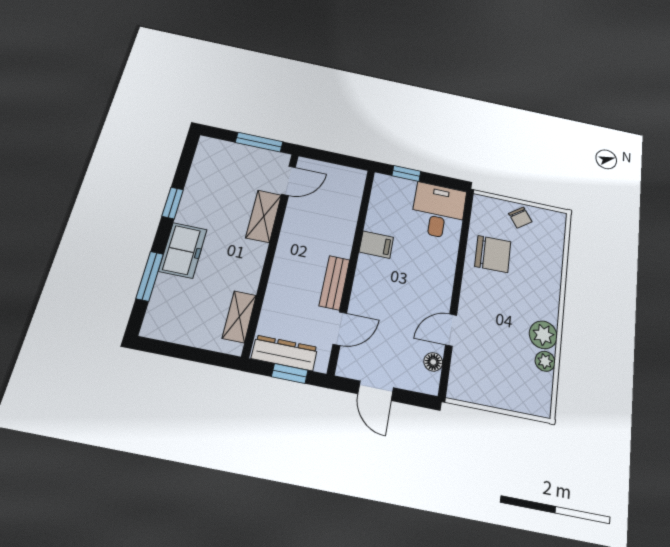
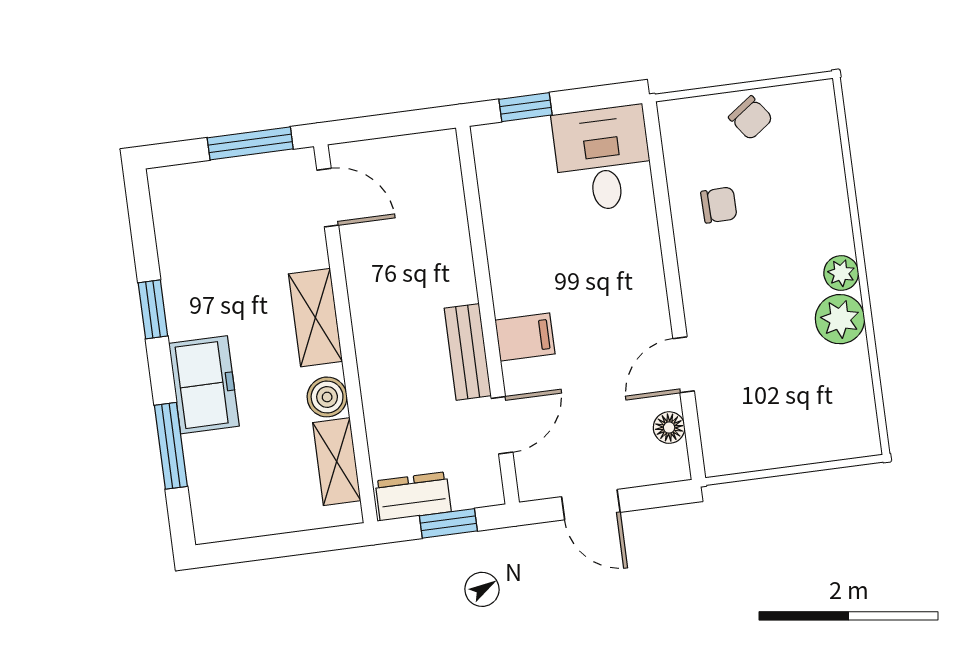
door: (289, 181) -> (328, 198), hinge flipped
shelving: (264, 216) -> (315, 318), moved
filing cabinet: (376, 245) -> (525, 337), moved
chair: (493, 254) -> (719, 205), width x0.54, depth x0.54
boiler: (248, 280) -> (327, 397), added
dresser: (284, 353) -> (413, 496), width x0.70
plant: (545, 361) -> (841, 273), moved

